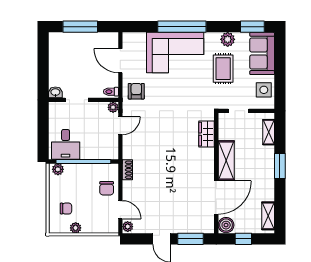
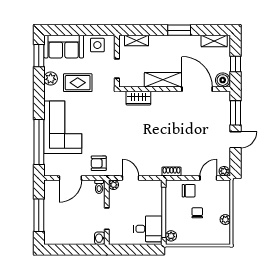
window: (182, 27) -> (39, 142), moved
window: (280, 166) -> (179, 30), moved
chair: (66, 209) -> (197, 213), moved

